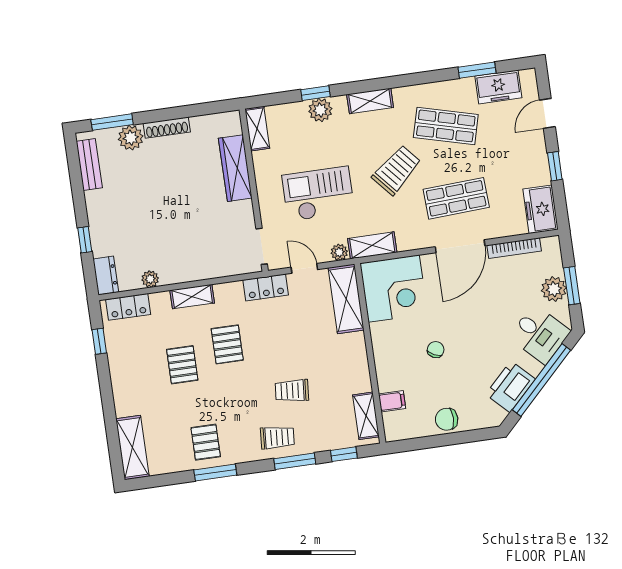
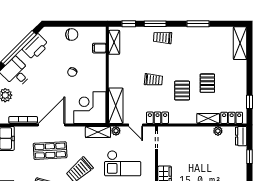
shelving: (192, 297) -> (208, 118), moved
trolley: (292, 391) -> (153, 80), moved
pallet: (206, 442) -> (201, 40), removed

